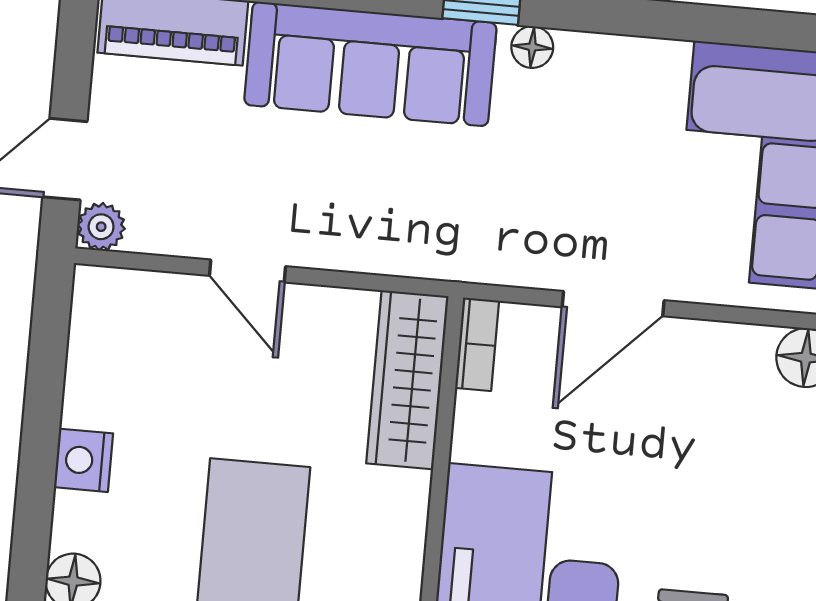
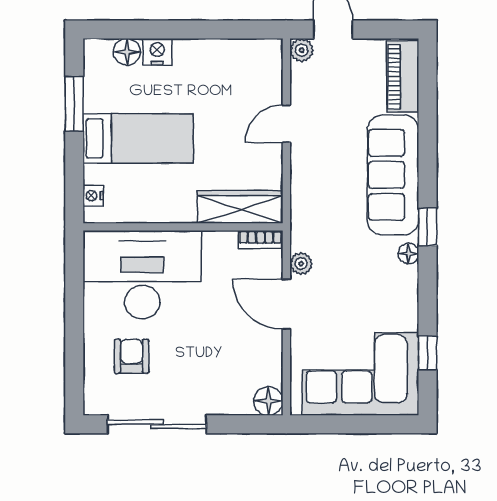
window: (737, 26) -> (428, 353), added
plant: (534, 266) -> (301, 264), added
nightstand: (83, 460) -> (157, 52), moved

